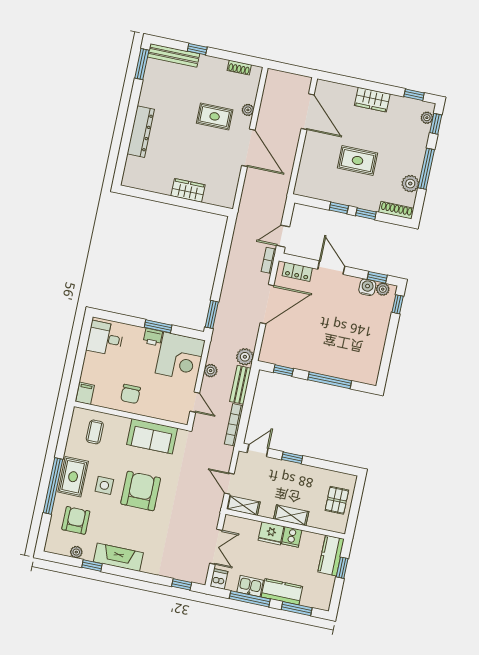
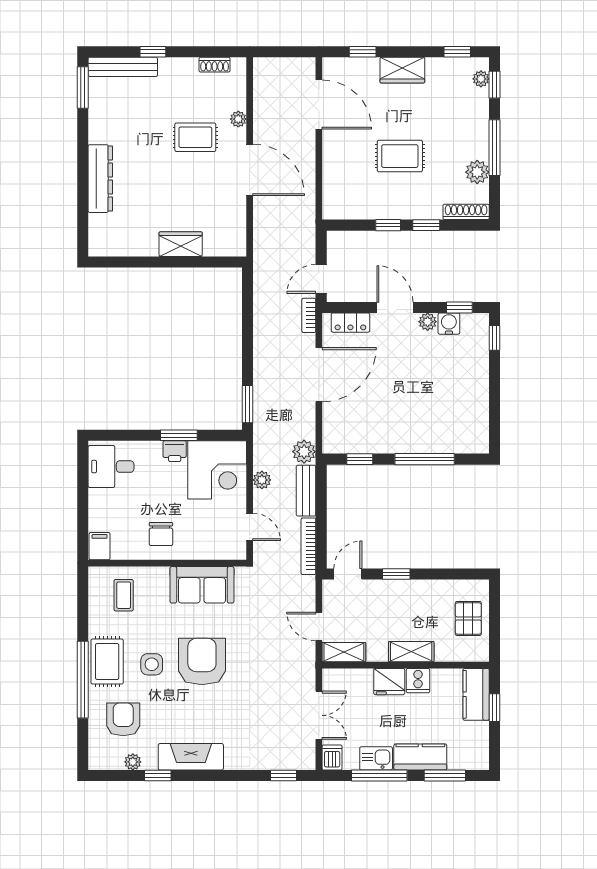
window: (347, 81) -> (363, 52), added
plant: (383, 289) -> (428, 322), moved

